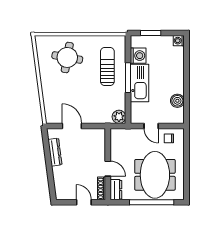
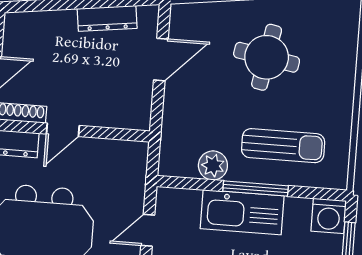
washing machine: (138, 56) -> (329, 216), moved
round table: (67, 57) -> (267, 57), moved
plant: (119, 117) -> (213, 165), moved

